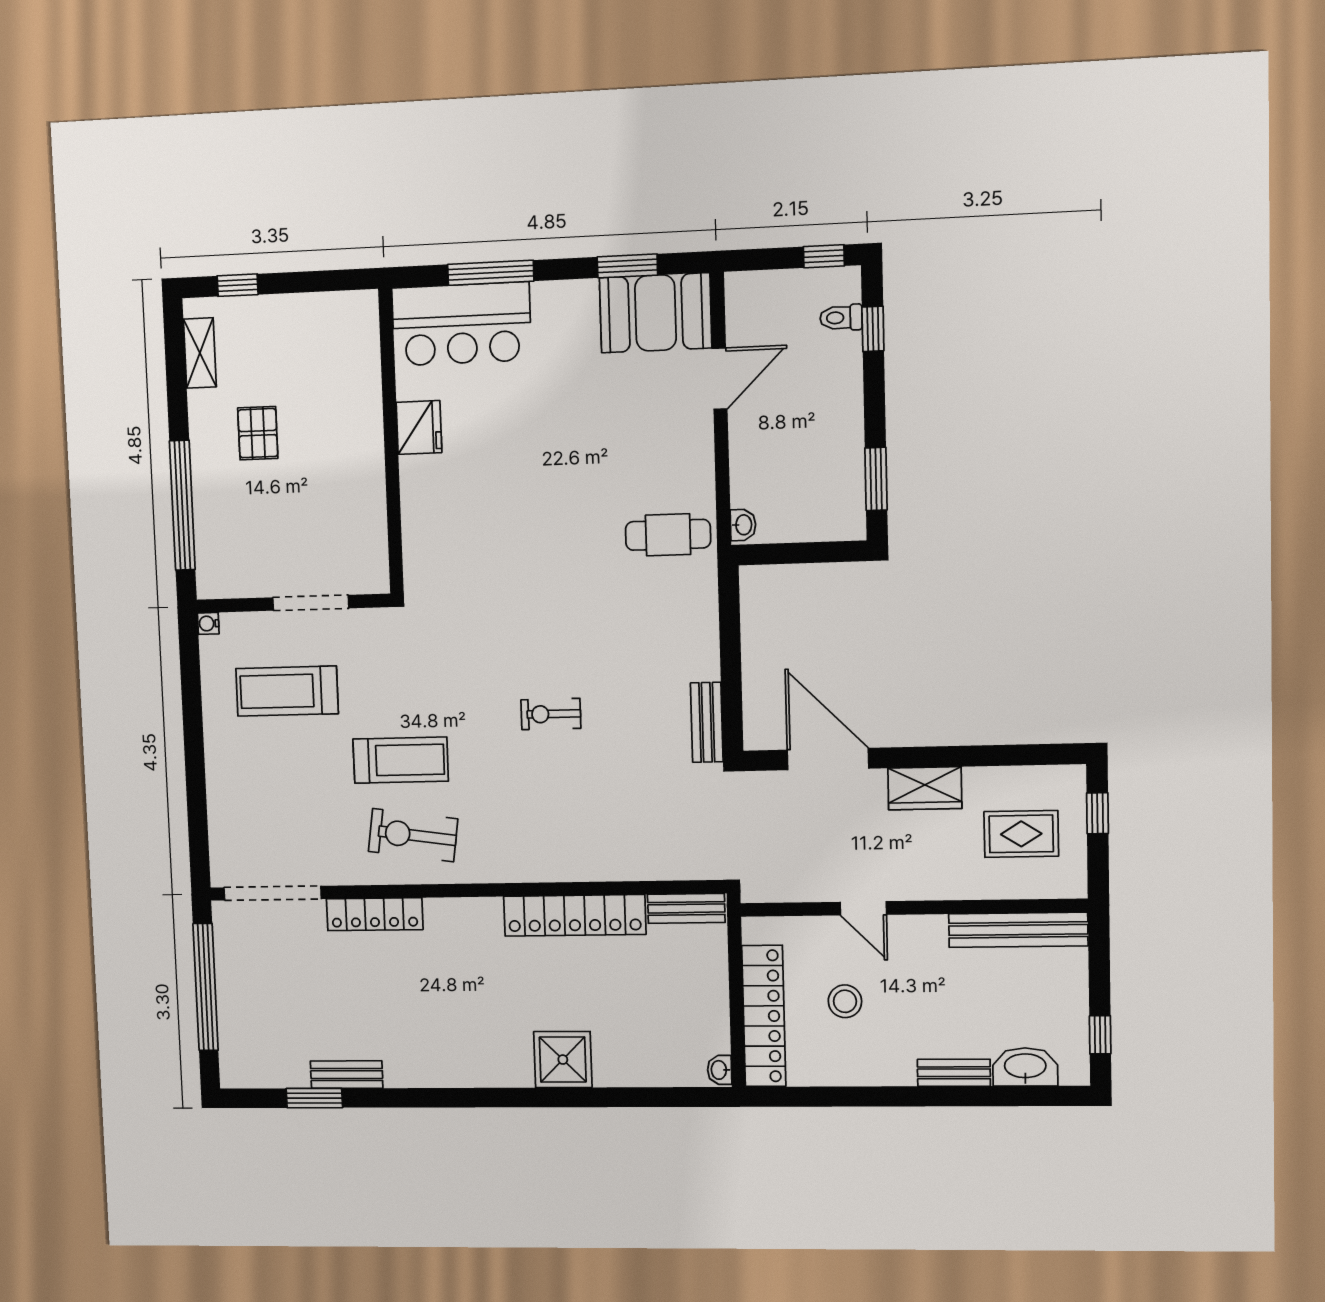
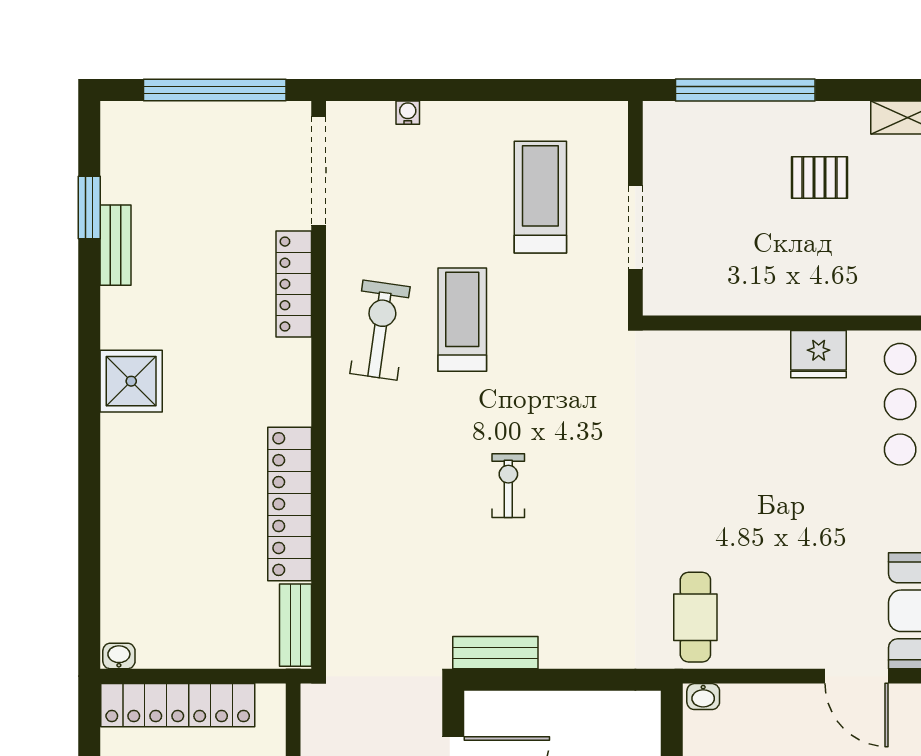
water cooler: (208, 623) -> (408, 113), moved
treadmill: (401, 760) -> (462, 320), turned 180
shower: (563, 1060) -> (131, 381), moved

